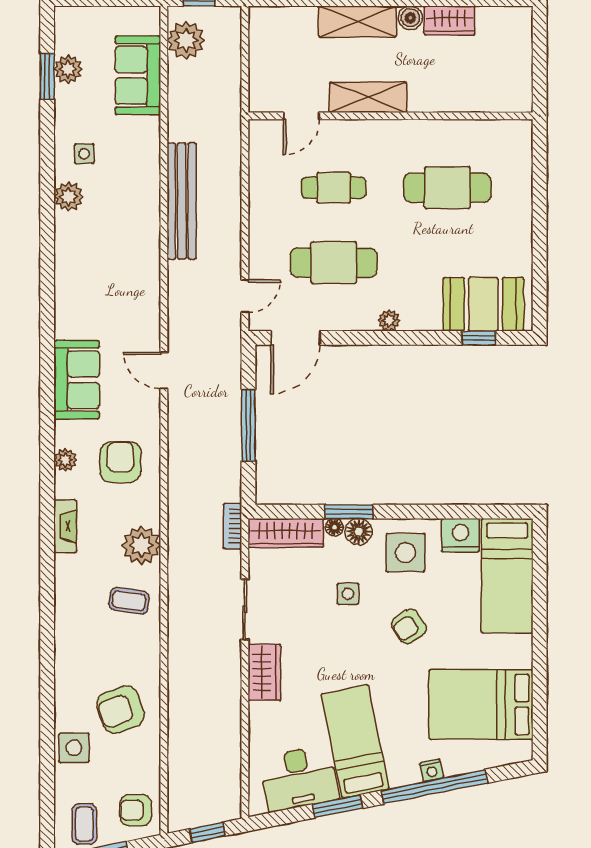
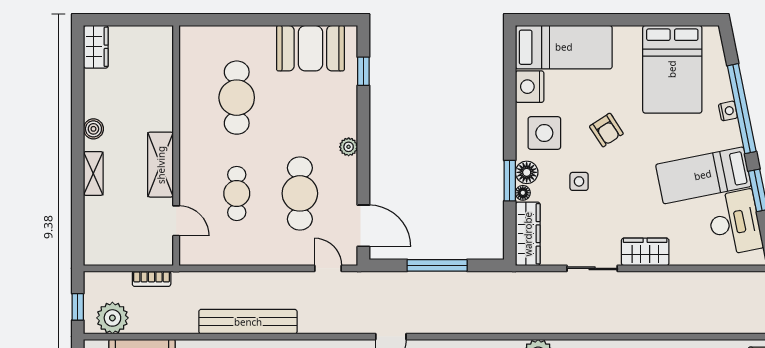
shelving: (357, 21) -> (93, 173), width x0.67, depth x0.75
wardrobe: (450, 21) -> (96, 47), moved
booth: (483, 304) -> (310, 48), moved, turned 90
bookcase: (233, 526) -> (152, 279), moved

